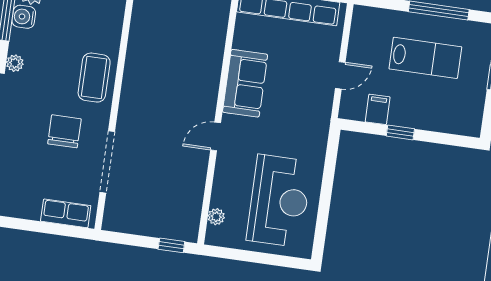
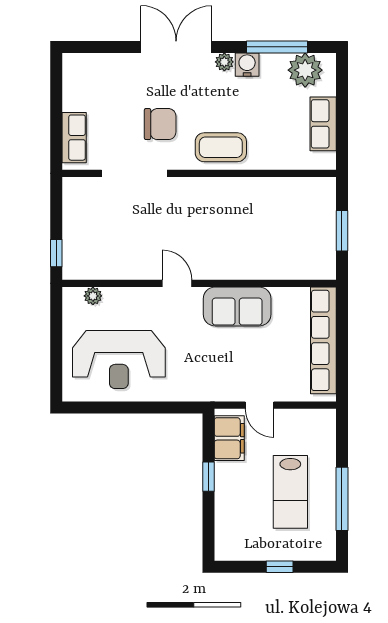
water cooler: (24, 17) -> (247, 65), moved
filing cabinet: (378, 109) -> (229, 438), width x2.00

